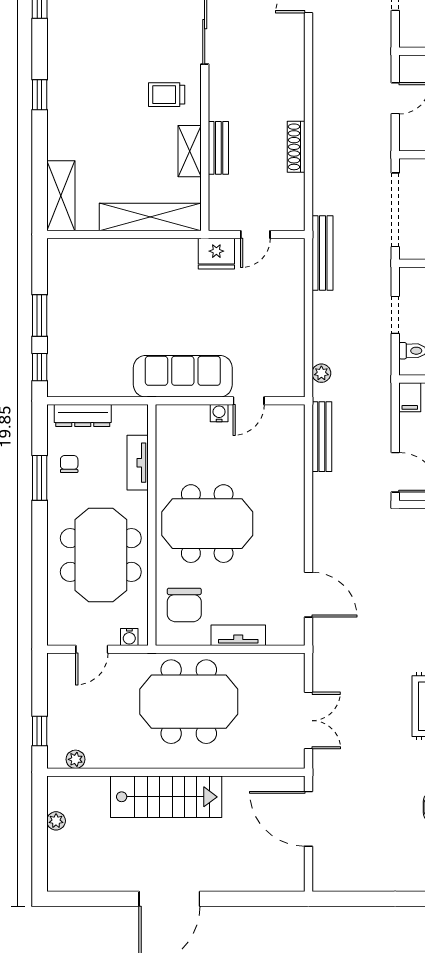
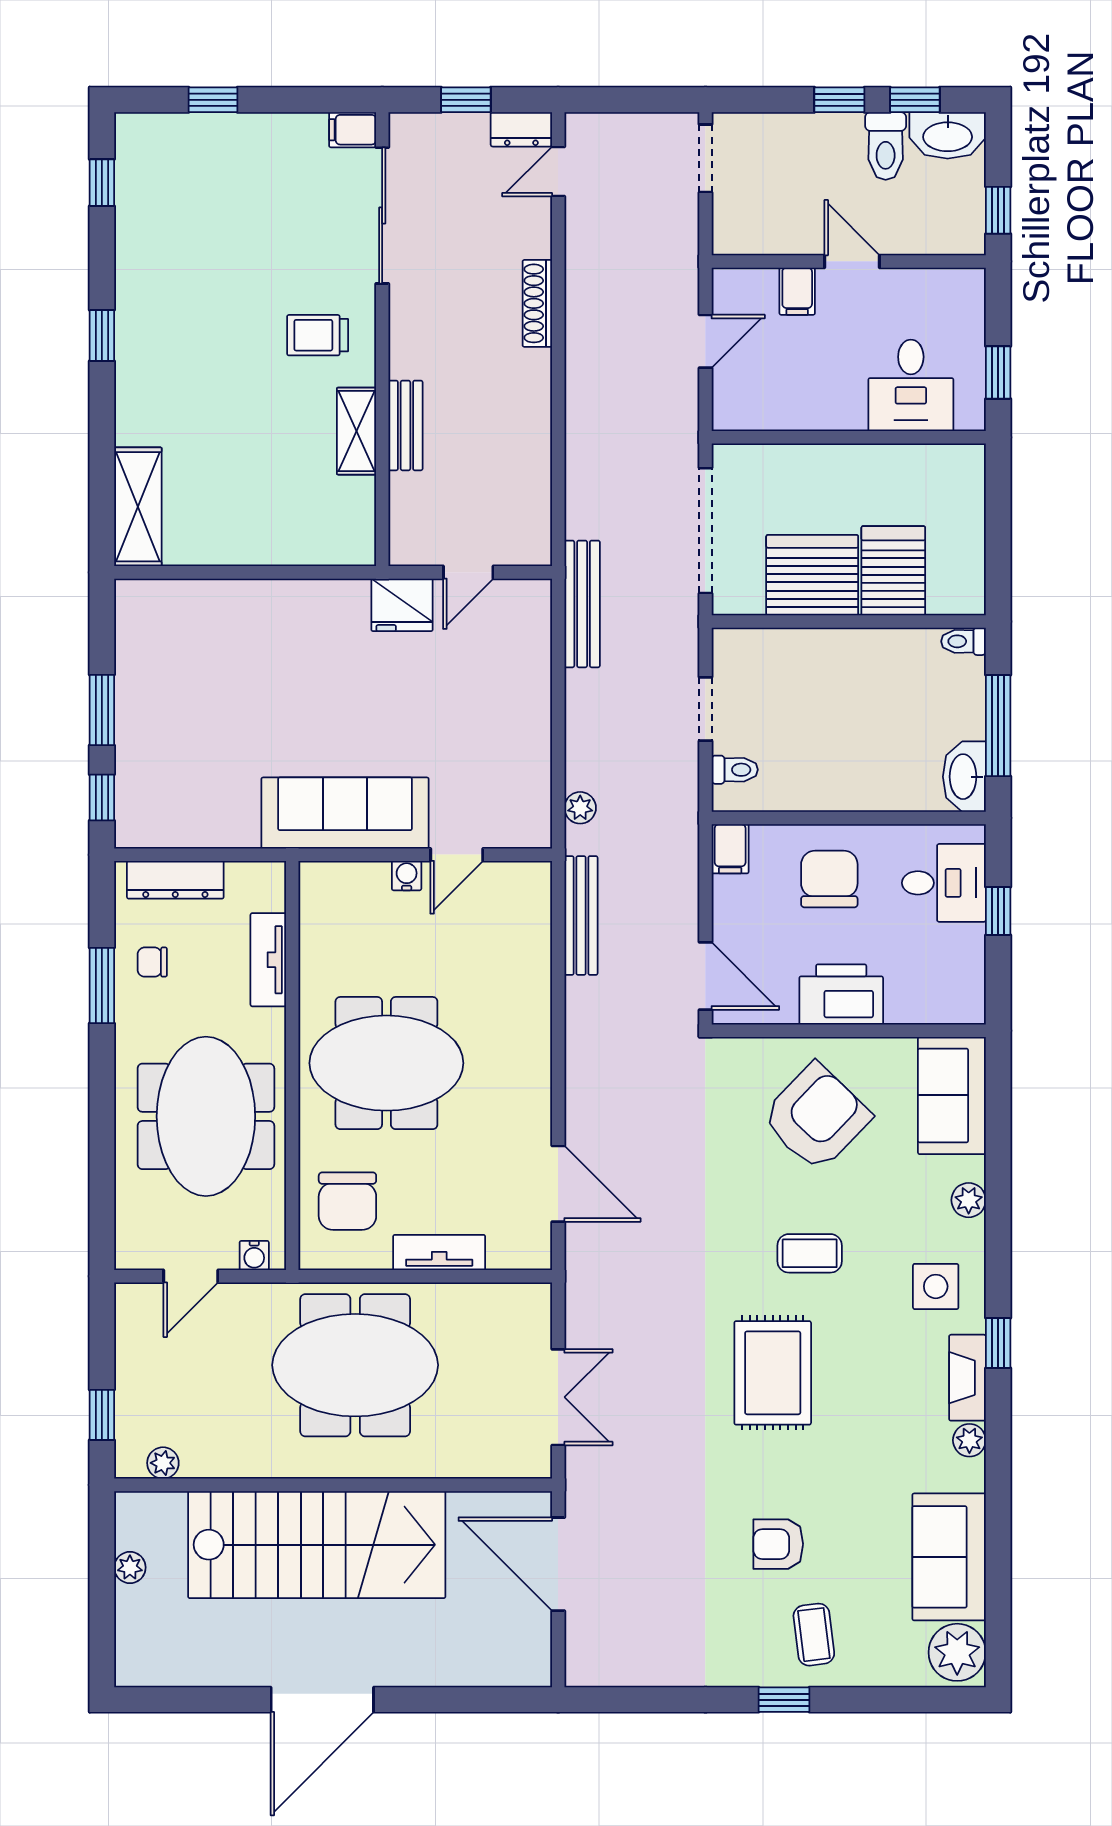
shoe rack: (296, 147) -> (537, 303), moved
shelving: (150, 217) -> (290, 543), removed
chair: (69, 464) -> (152, 962), turned -90
stairs: (166, 797) -> (317, 1545), width x1.36, depth x1.51

